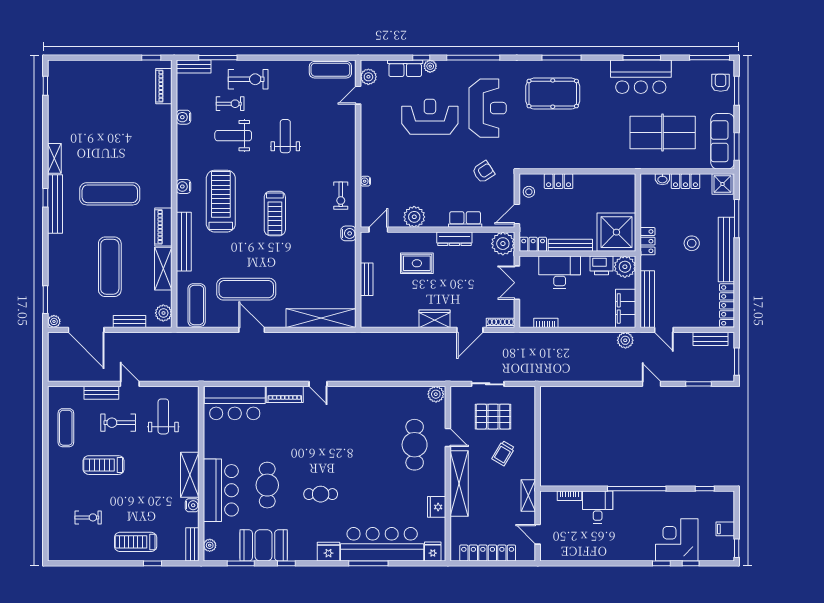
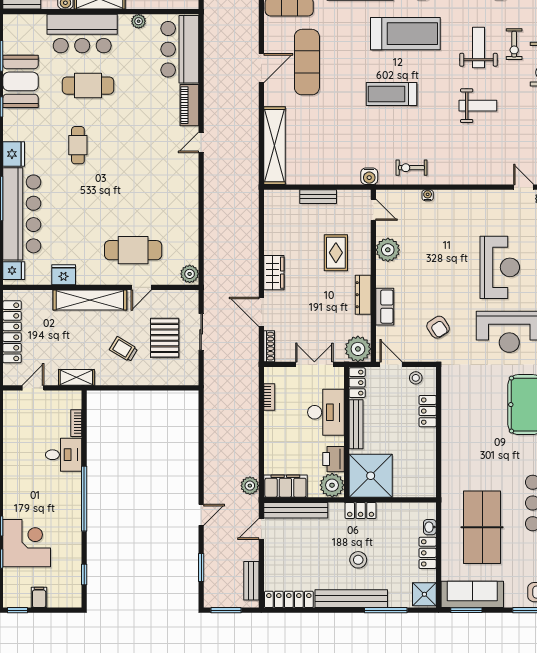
plant: (210, 545) -> (139, 21), moved

